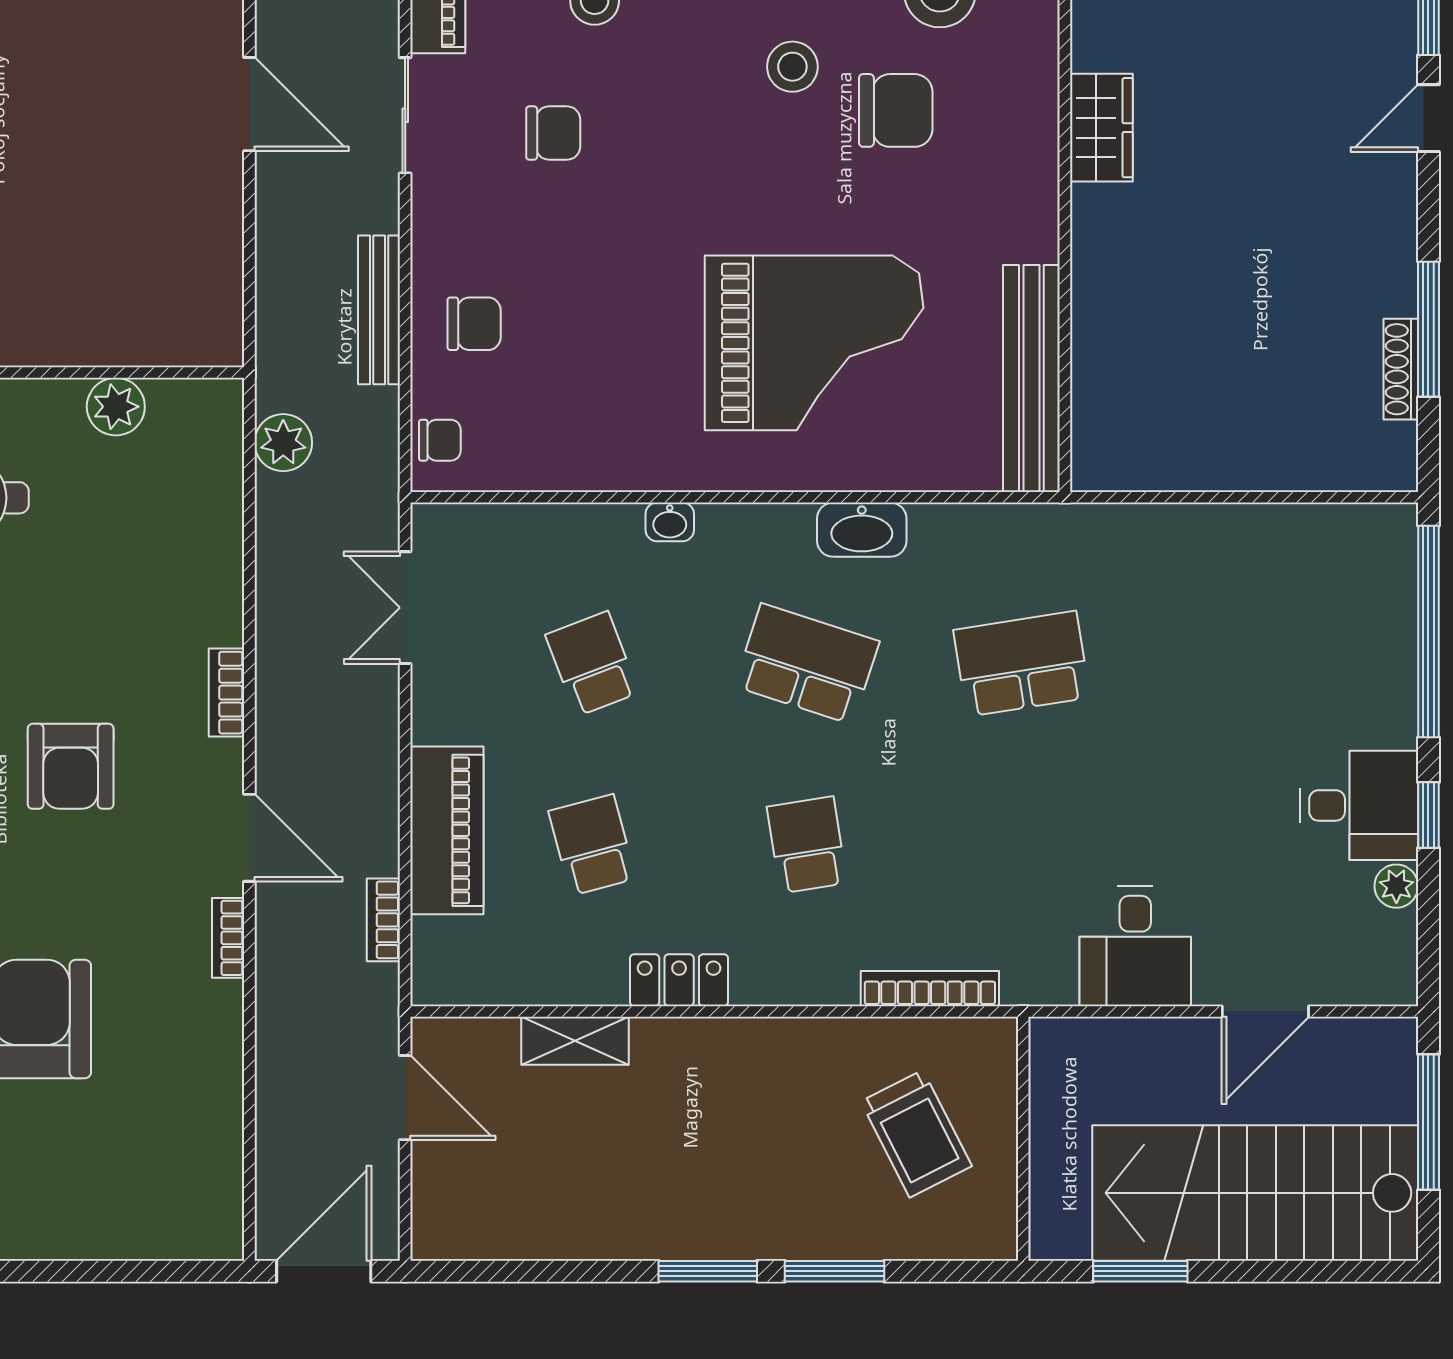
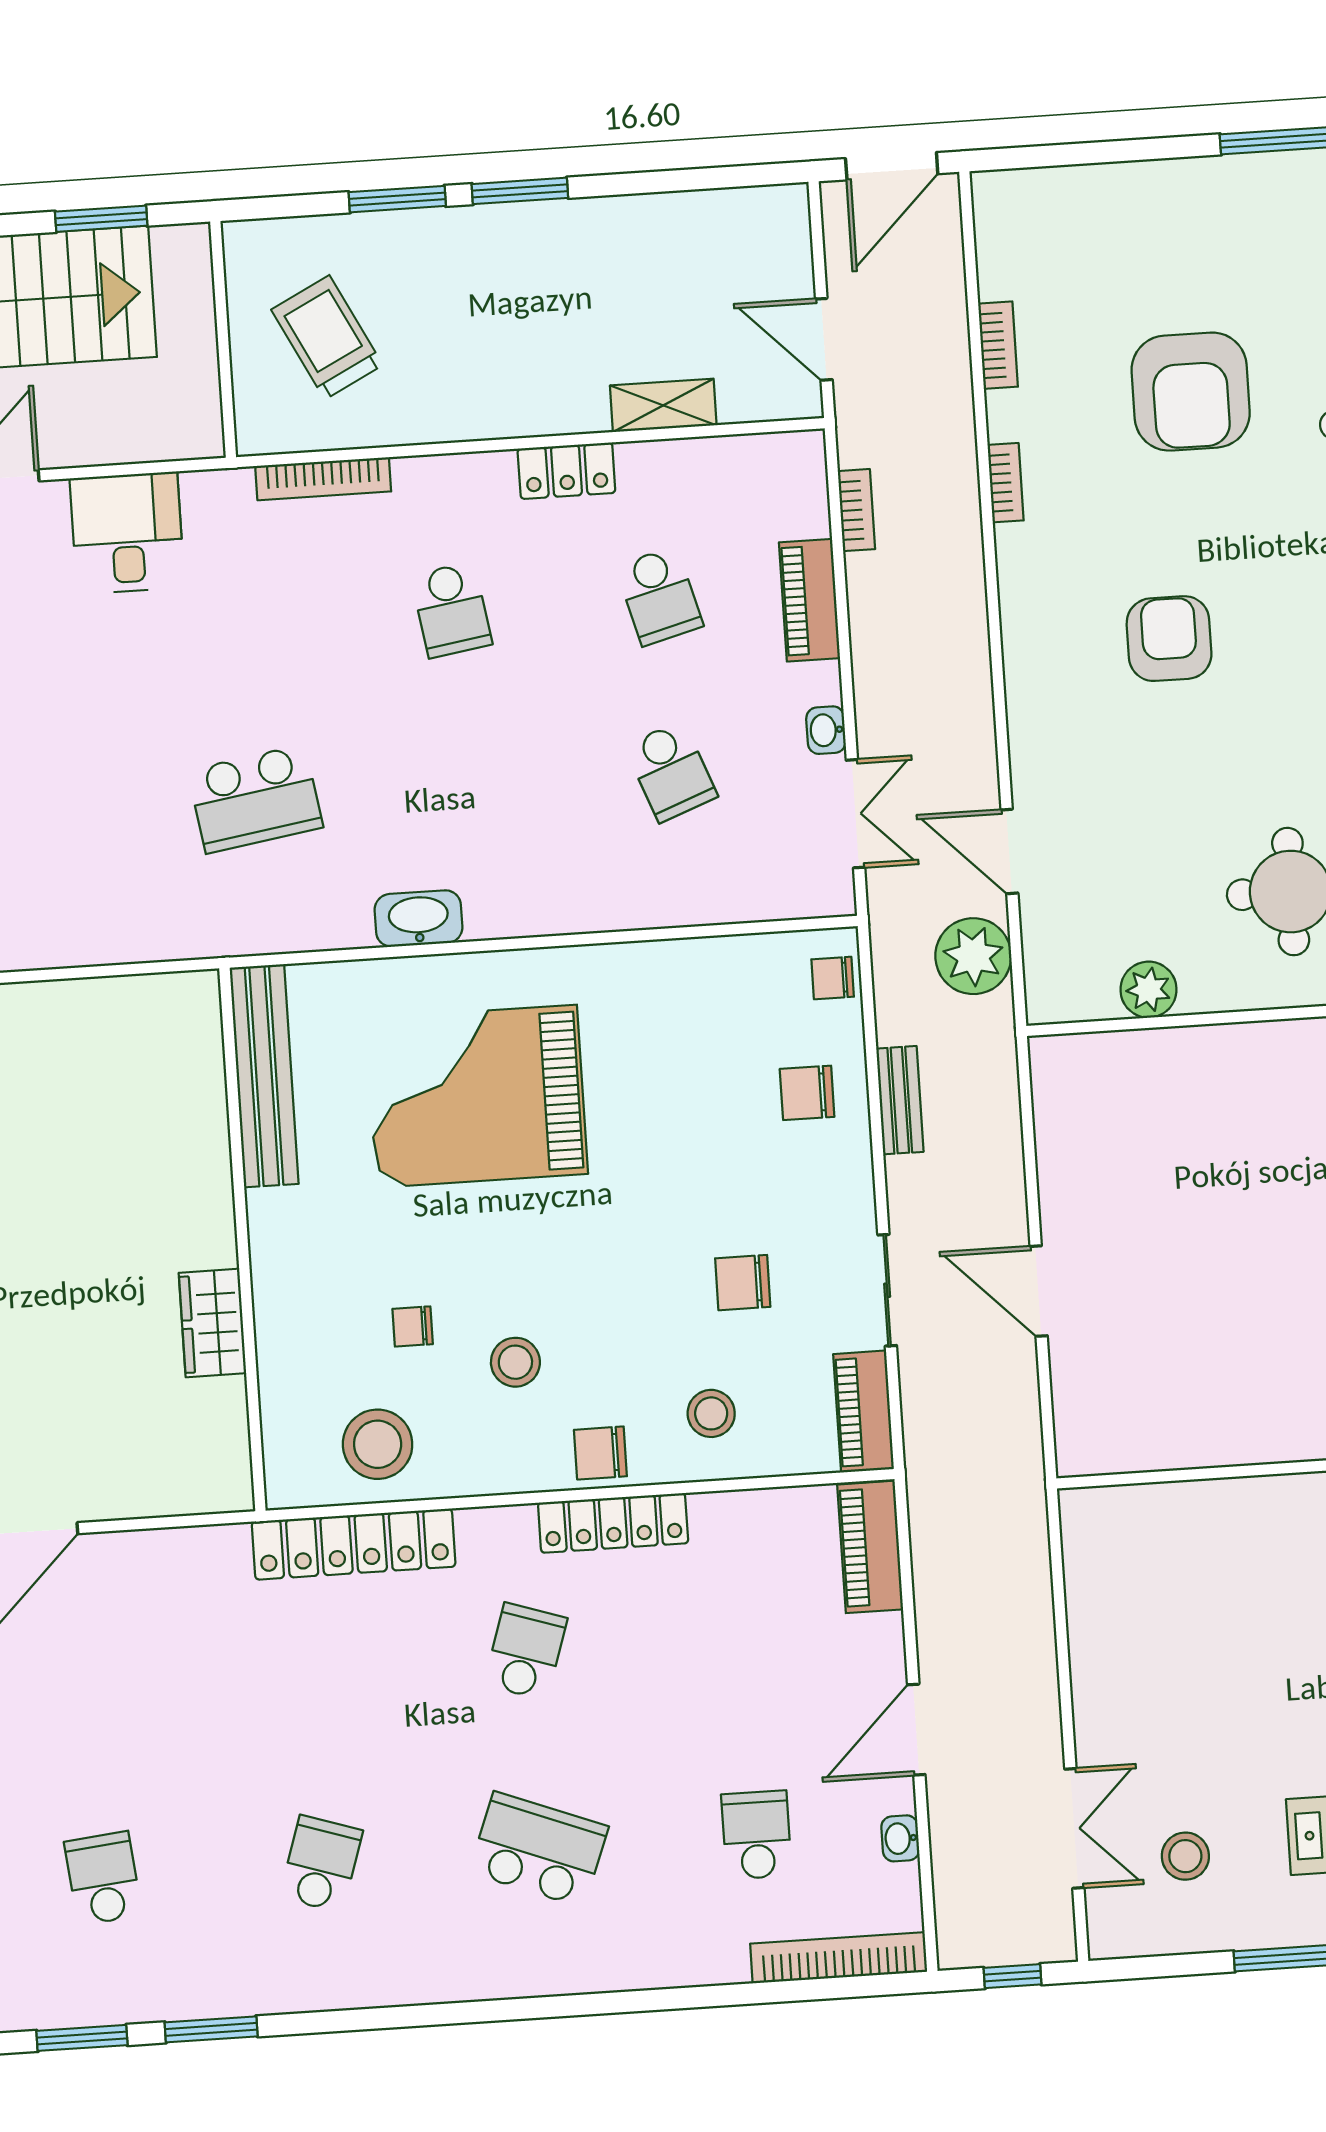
chair: (896, 110) -> (413, 1326), width x0.54, depth x0.54
bench: (379, 310) -> (900, 1100), width x0.73
plant: (283, 443) -> (973, 956), width x1.36, depth x1.36
washbasin: (670, 522) -> (826, 730), moved, turned -90
school desk: (807, 664) -> (463, 785), removed
bookcase: (226, 693) -> (998, 345), moved
piano: (447, 830) -> (809, 600), width x0.73, depth x0.75
door: (249, 838) -> (1009, 851), moved

